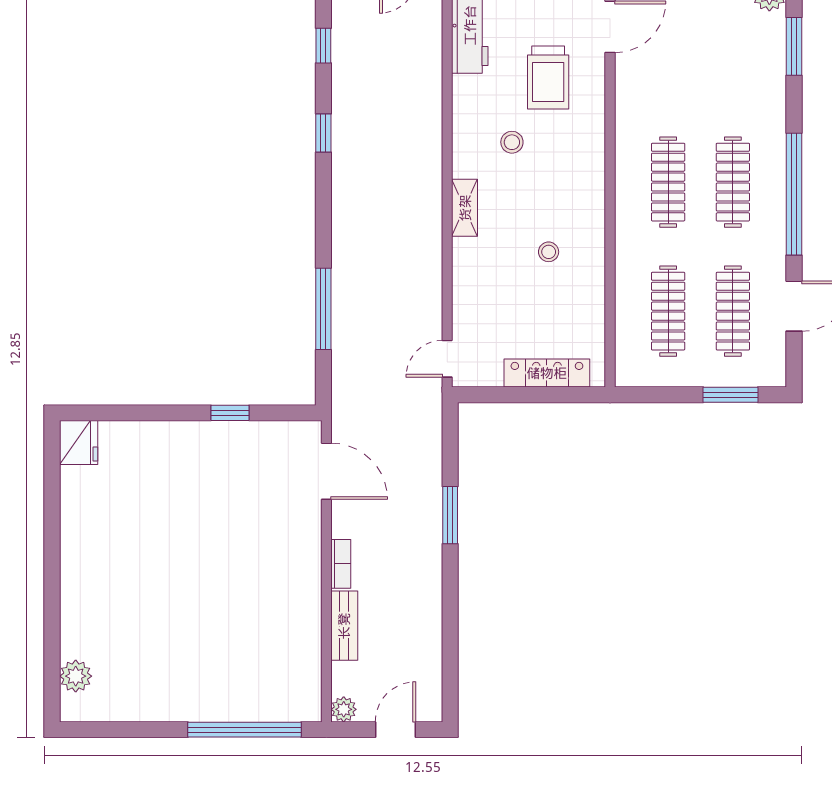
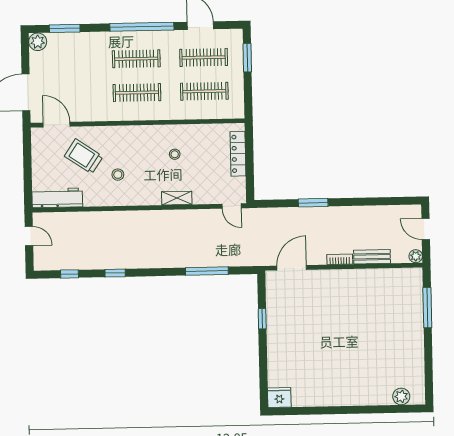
trolley: (548, 78) -> (84, 156), turned -146
shelving: (465, 208) -> (177, 198), moved
window: (245, 730) -> (427, 308), width x0.68

